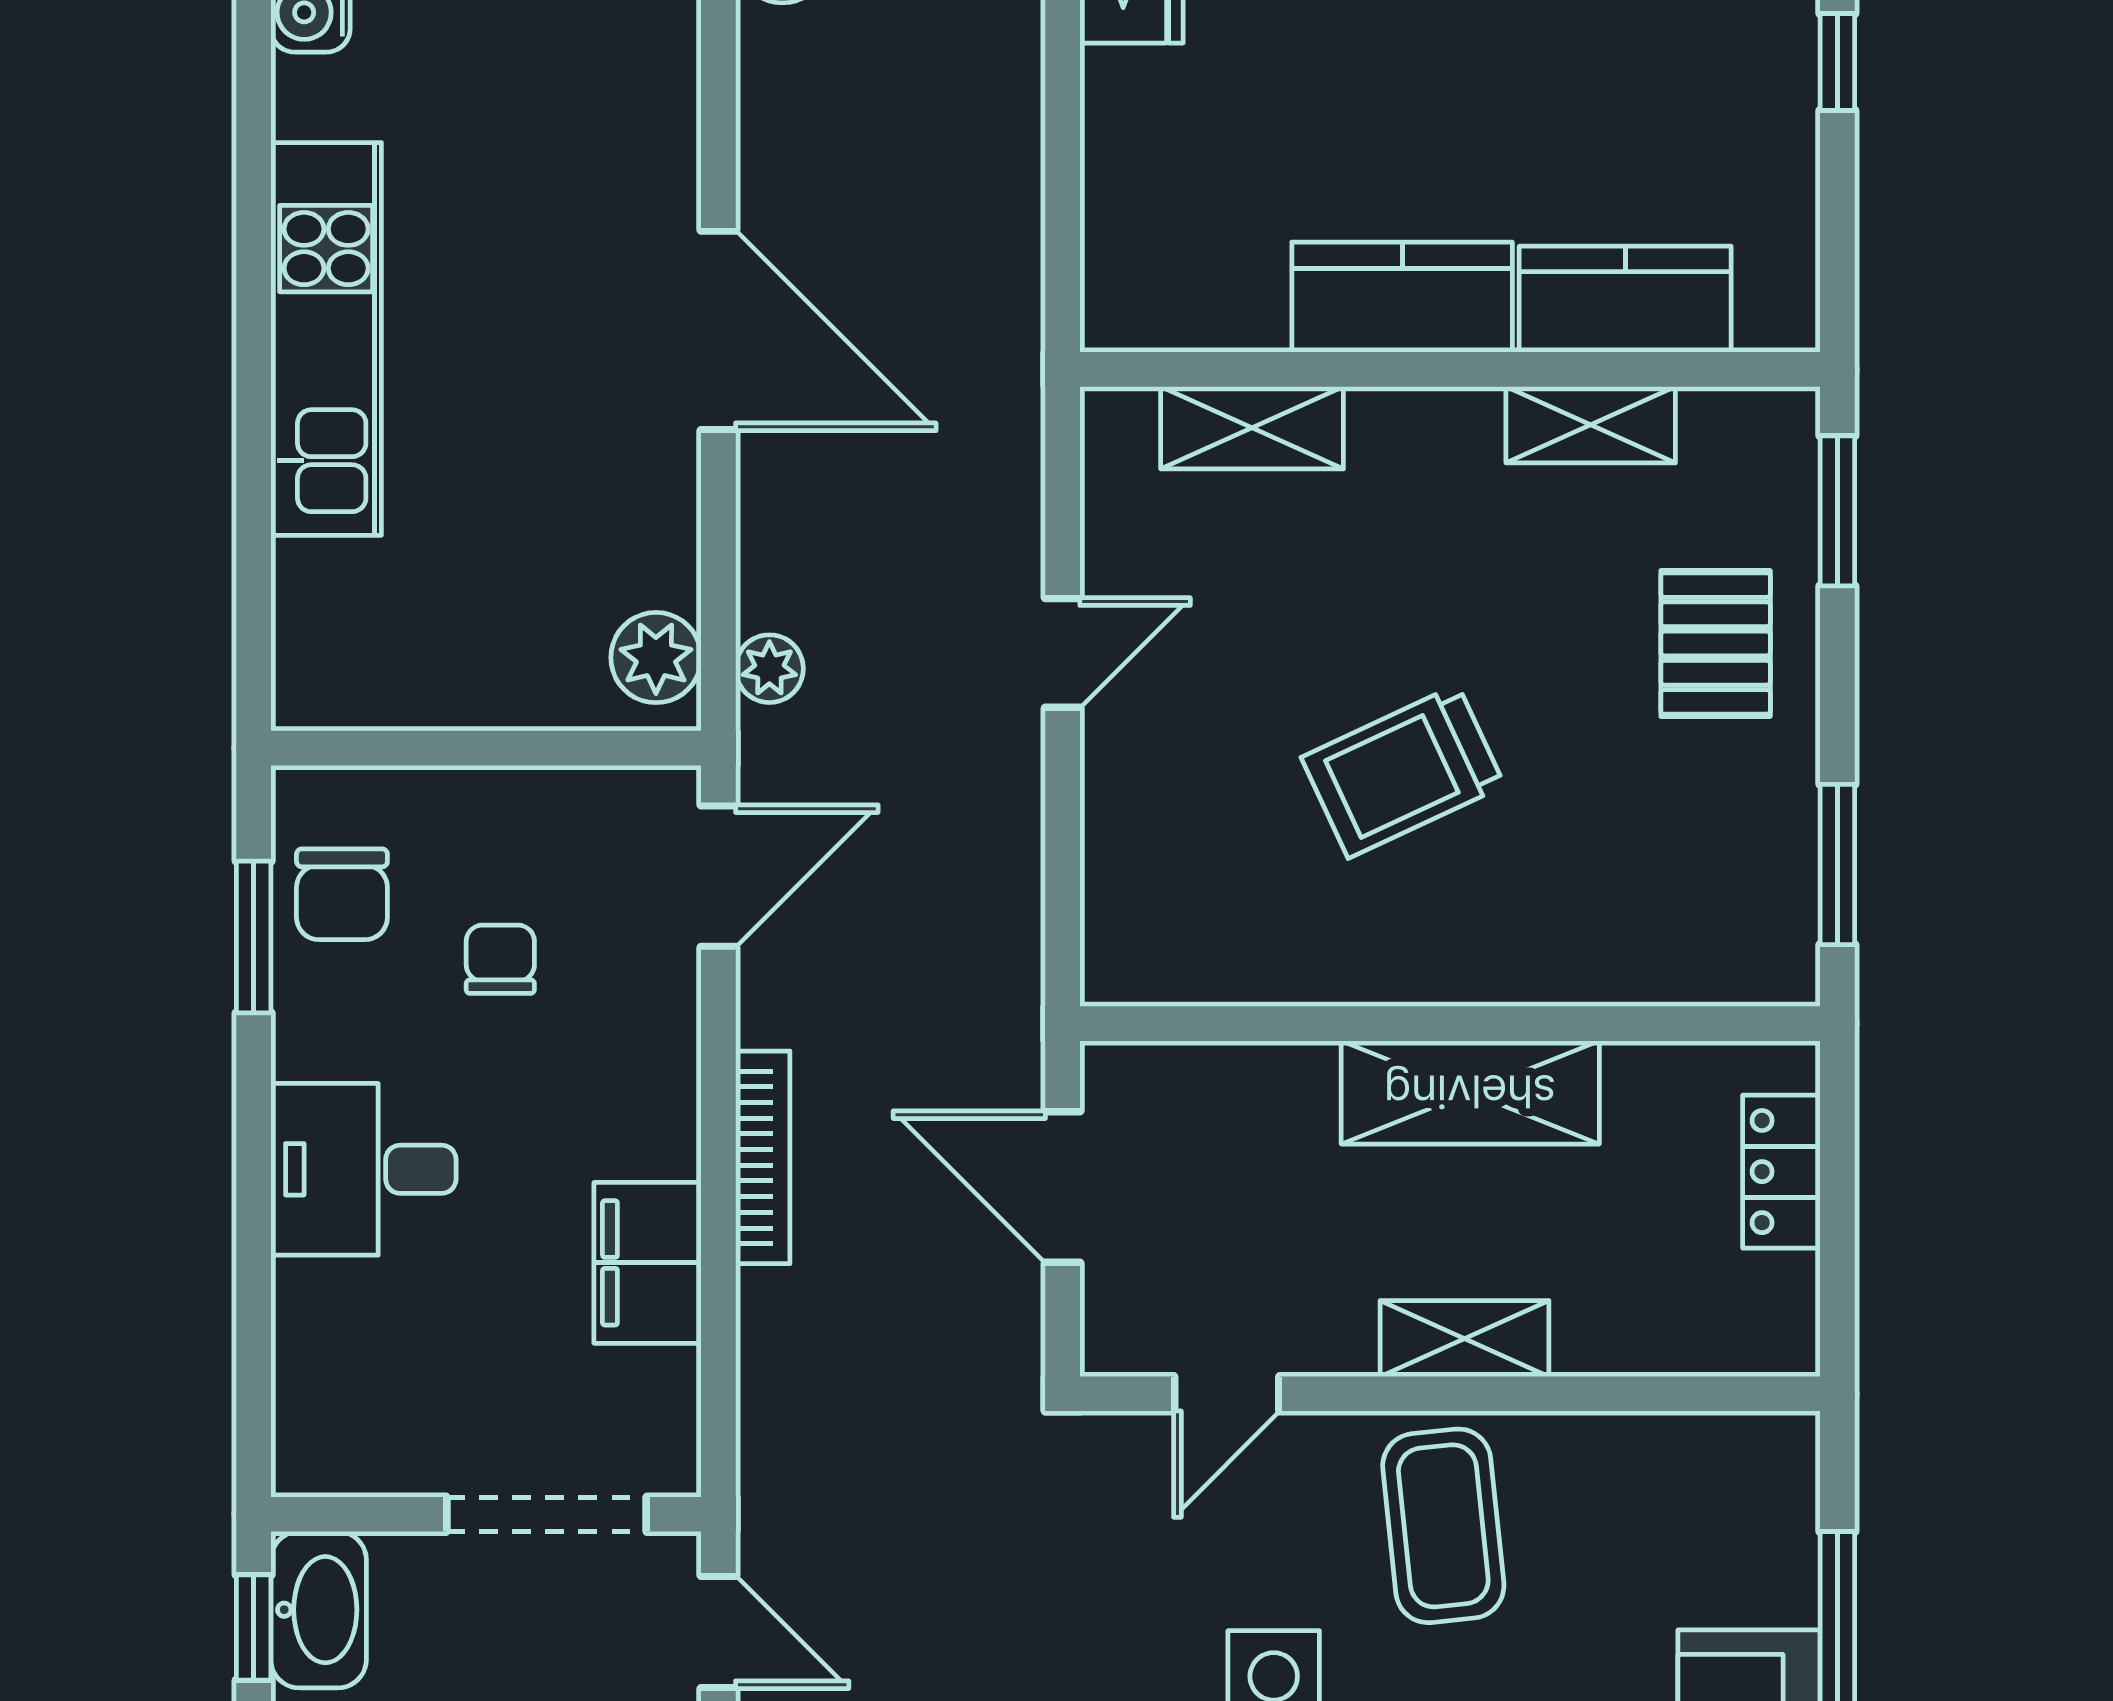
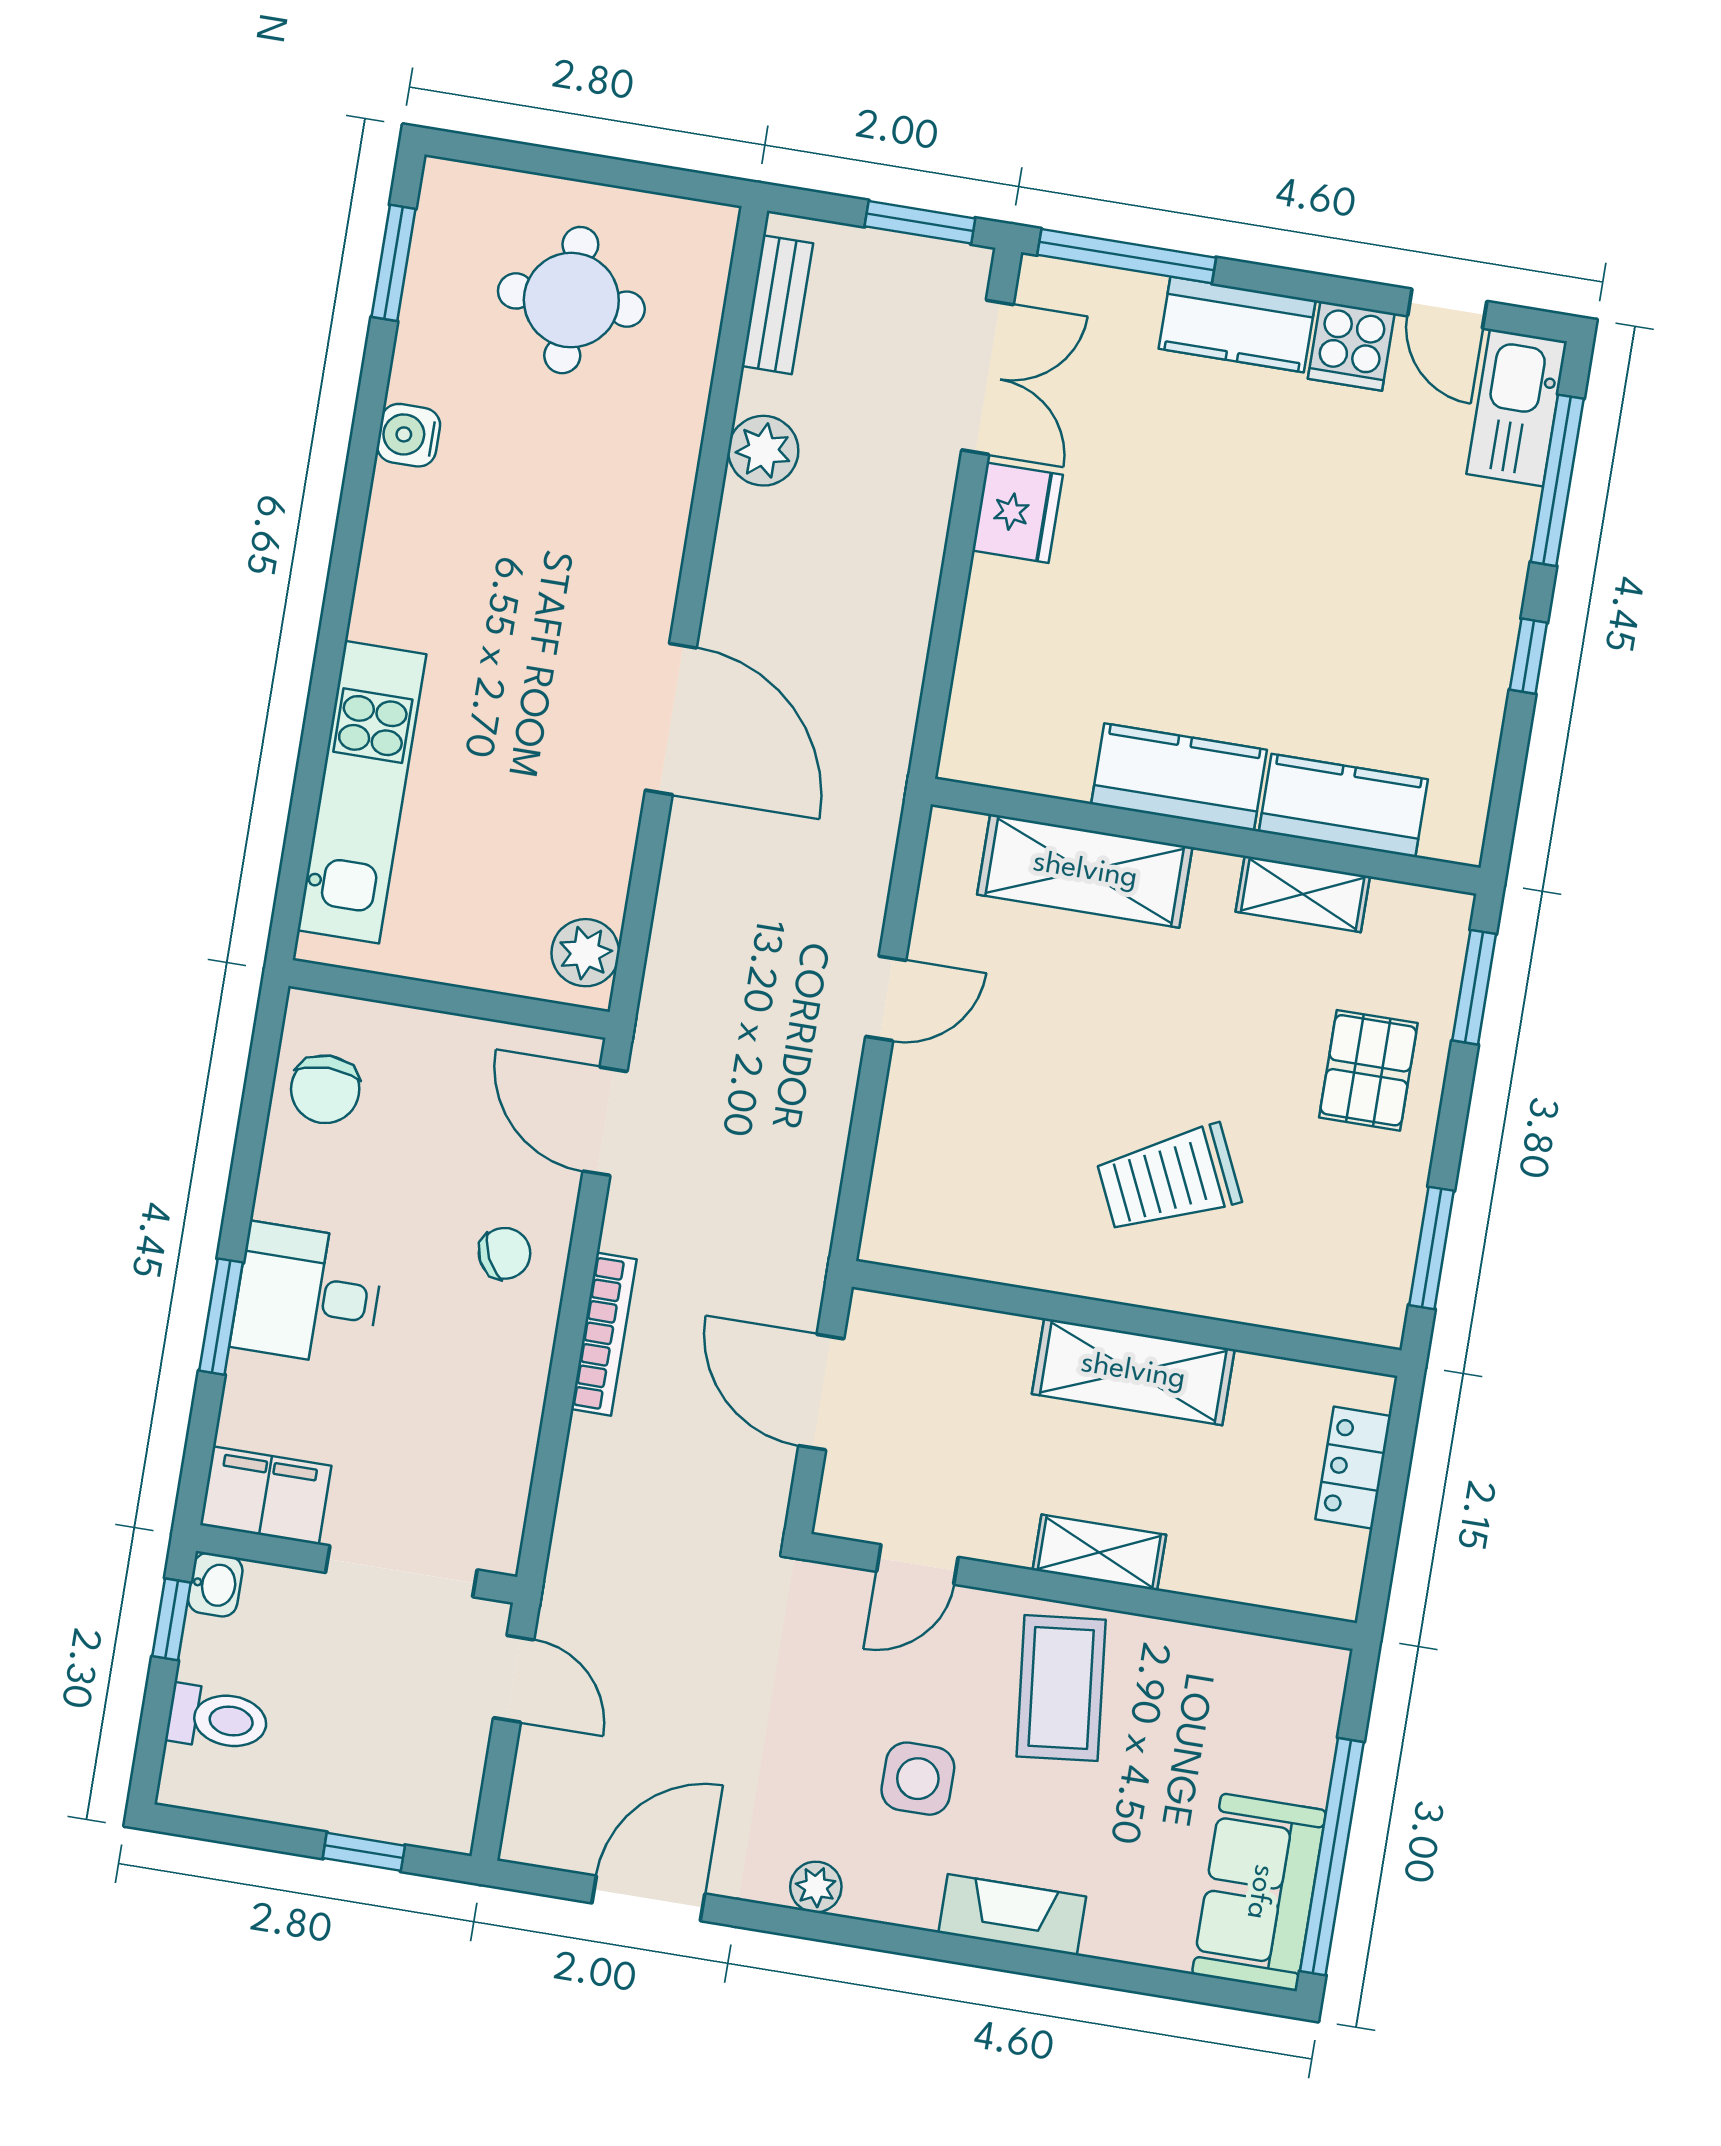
kitchen unit: (326, 339) -> (362, 792), moved
shelving: (1252, 428) -> (1085, 871), width x1.50, depth x1.33
plant: (769, 669) -> (668, 975), removed
trolley: (1403, 771) -> (1169, 1179), moved
door: (718, 876) -> (605, 1121), swing flipped
window: (254, 937) -> (221, 1317), moved
chair: (500, 959) -> (505, 1253), moved, turned 64
filing cabinet: (648, 1263) -> (266, 1495), moved, turned 90
washbasin: (319, 1610) -> (215, 1585), width x0.52, depth x0.69

